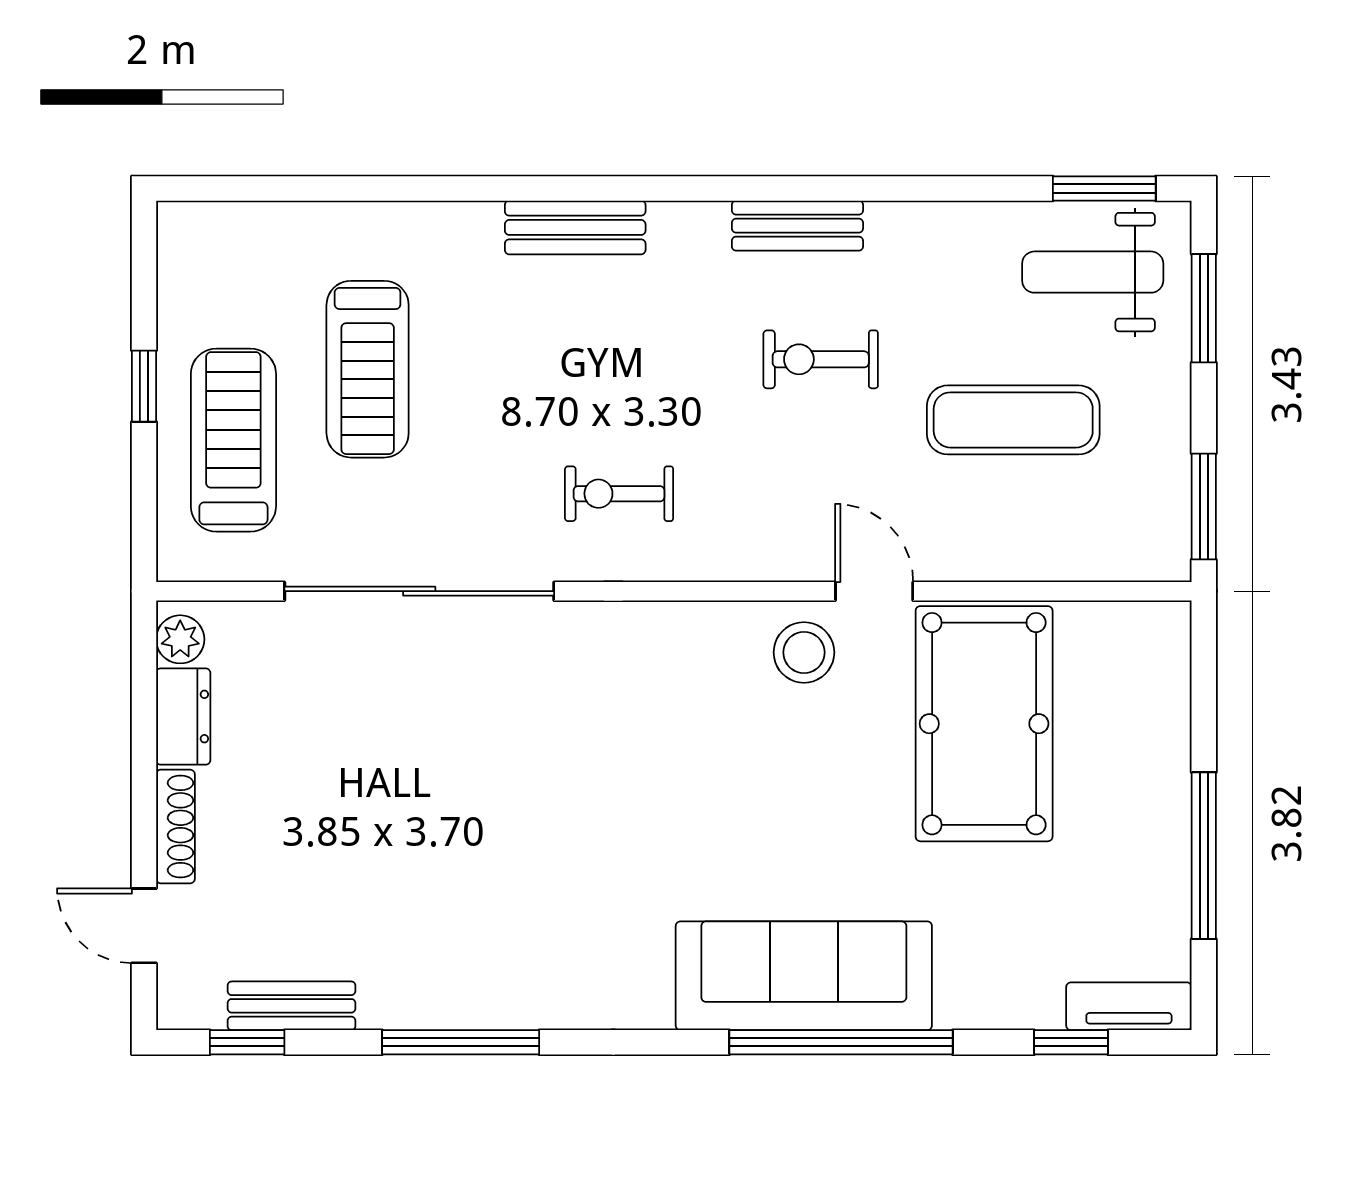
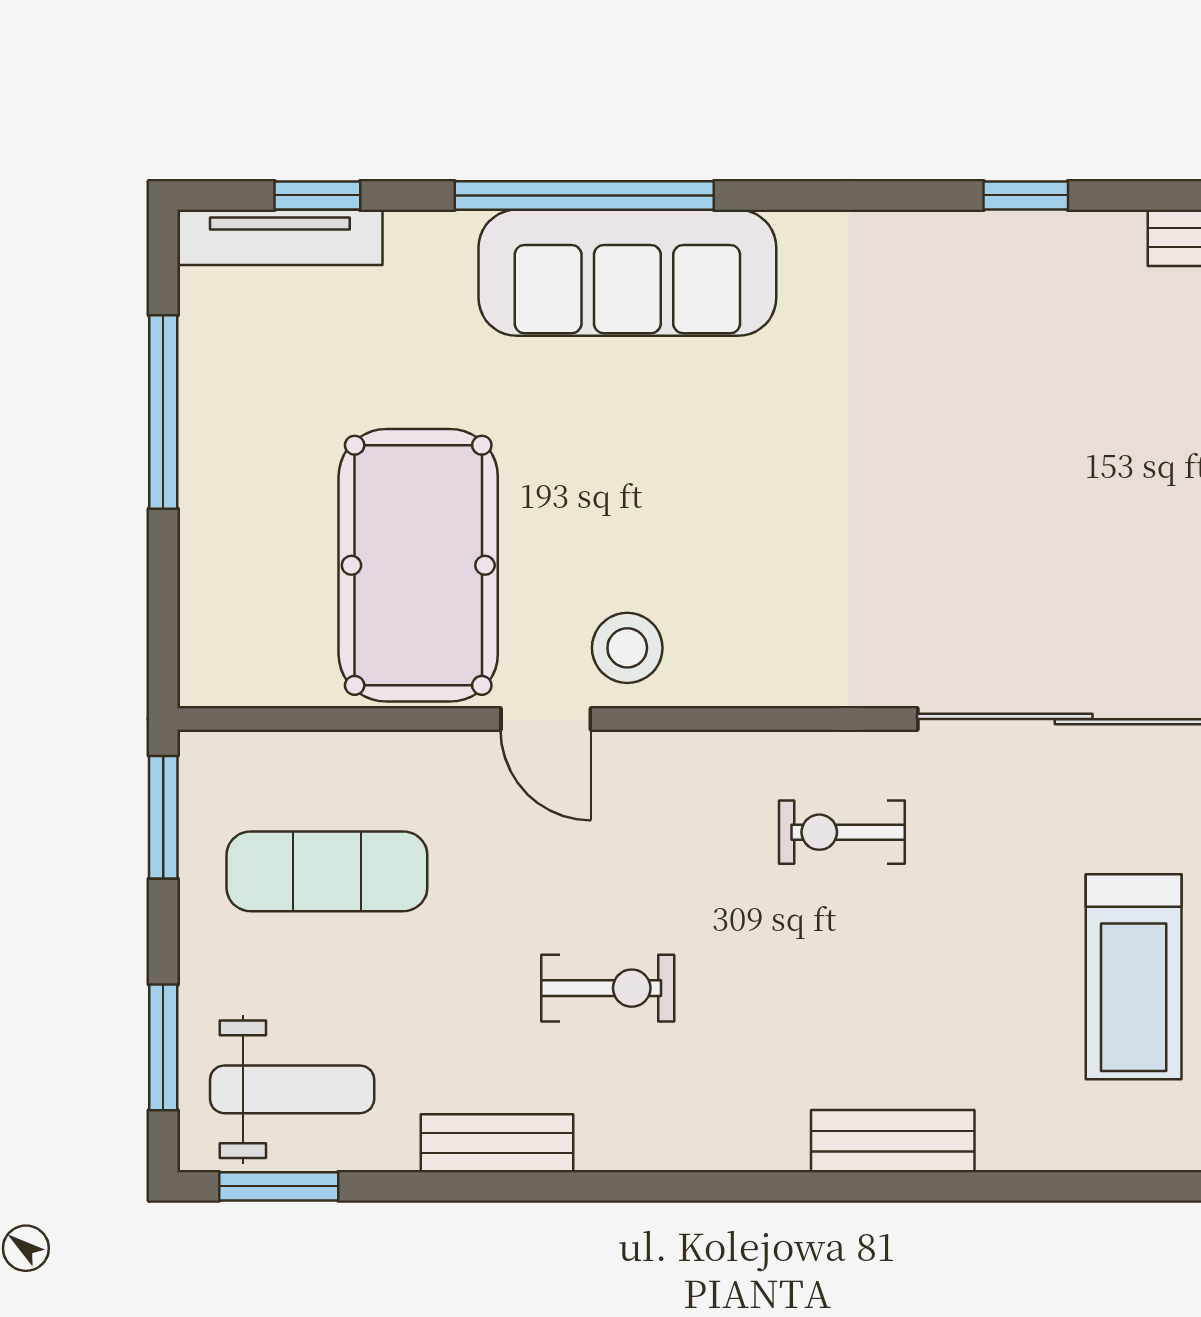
bench: (797, 226) -> (497, 1143), moved
treadmill: (368, 369) -> (1134, 977), turned 180
exercise mat: (1013, 420) -> (327, 871), moved
exercise bike: (619, 494) -> (842, 832), turned 180
tv unit: (1129, 1006) -> (280, 237), width x1.41
window: (461, 1042) -> (1026, 195), width x0.46

